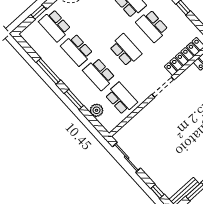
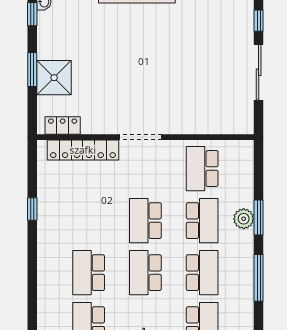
school desk: (152, 26) -> (145, 273), moved, turned 180
plant: (97, 110) -> (244, 219), moved
sliding door: (127, 157) -> (259, 72), moved

